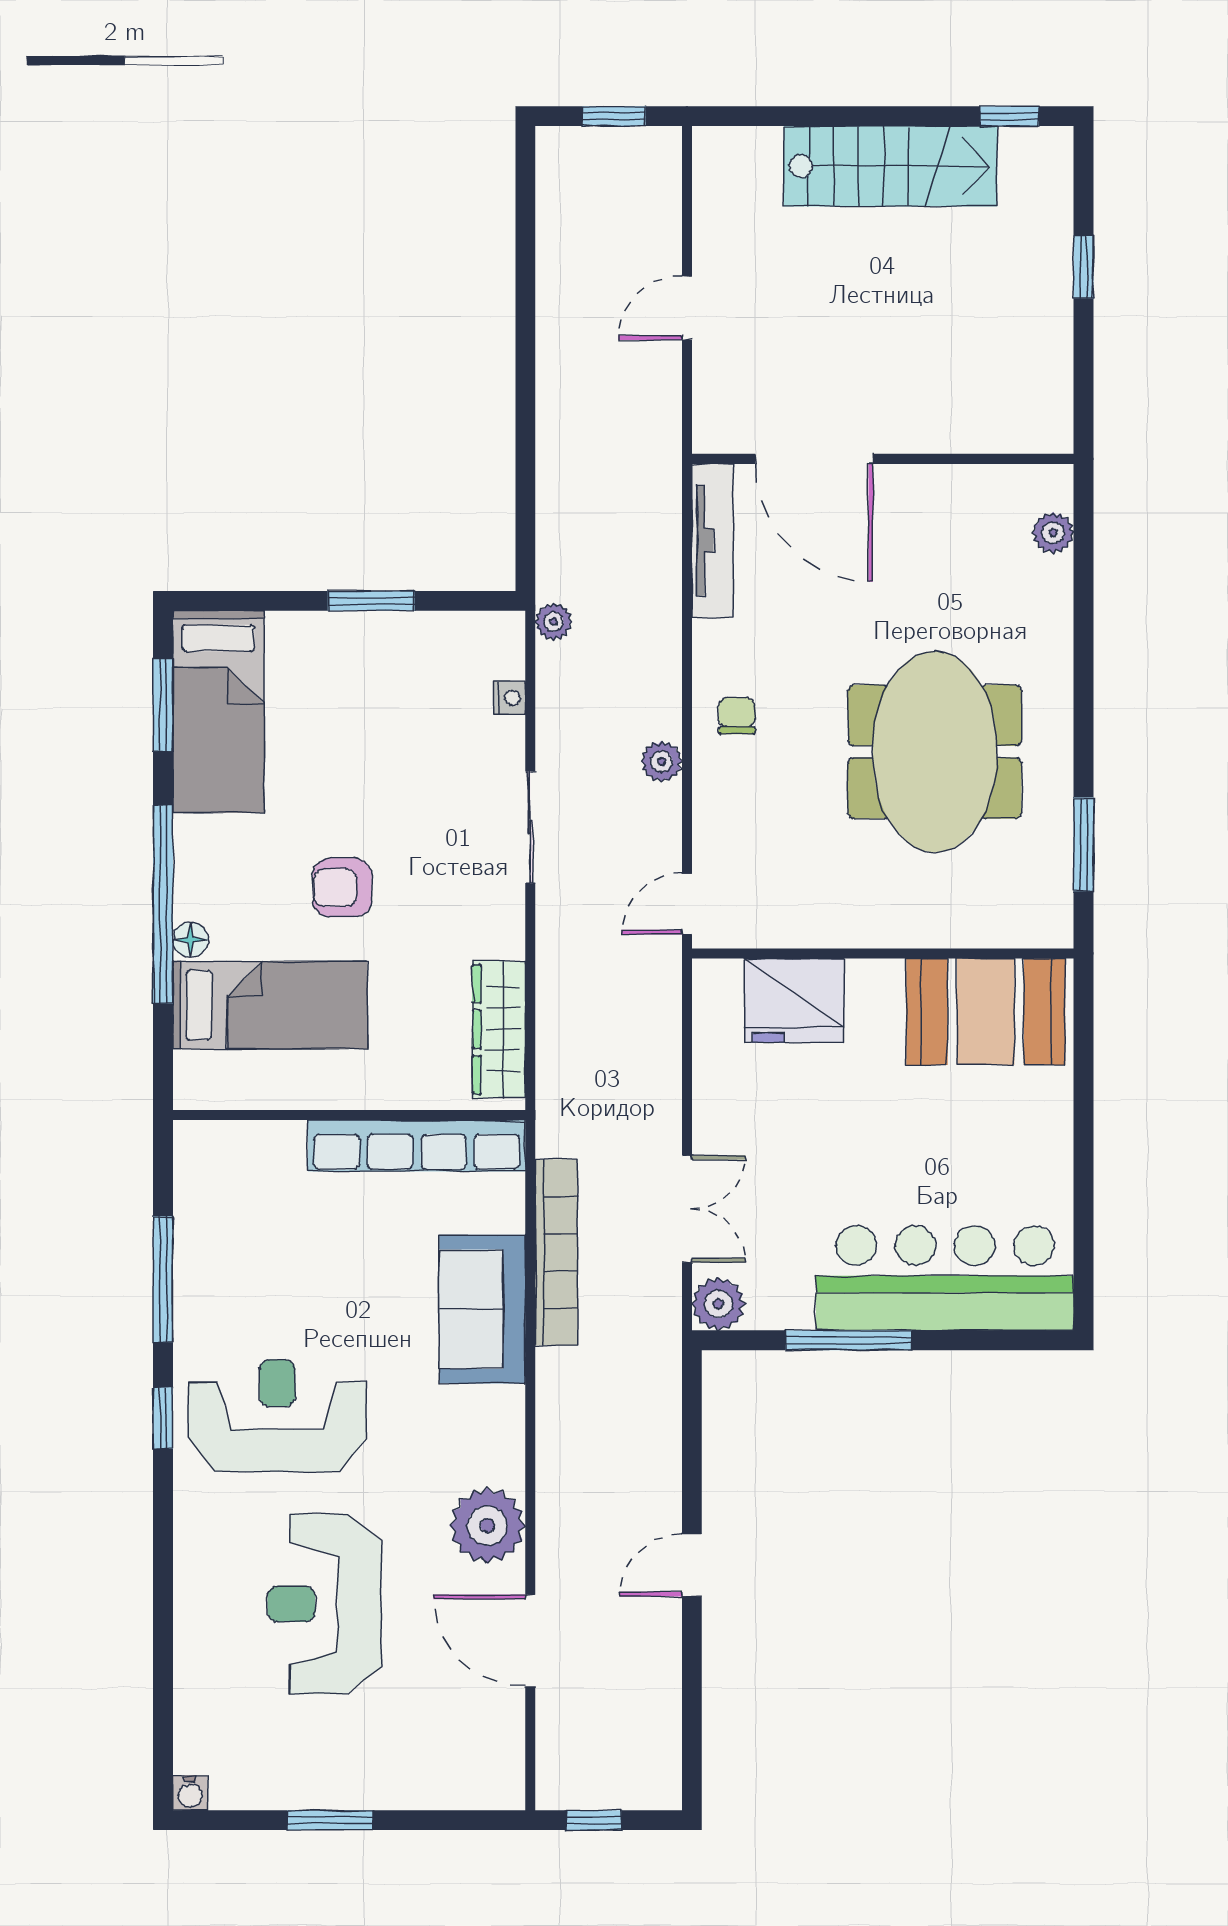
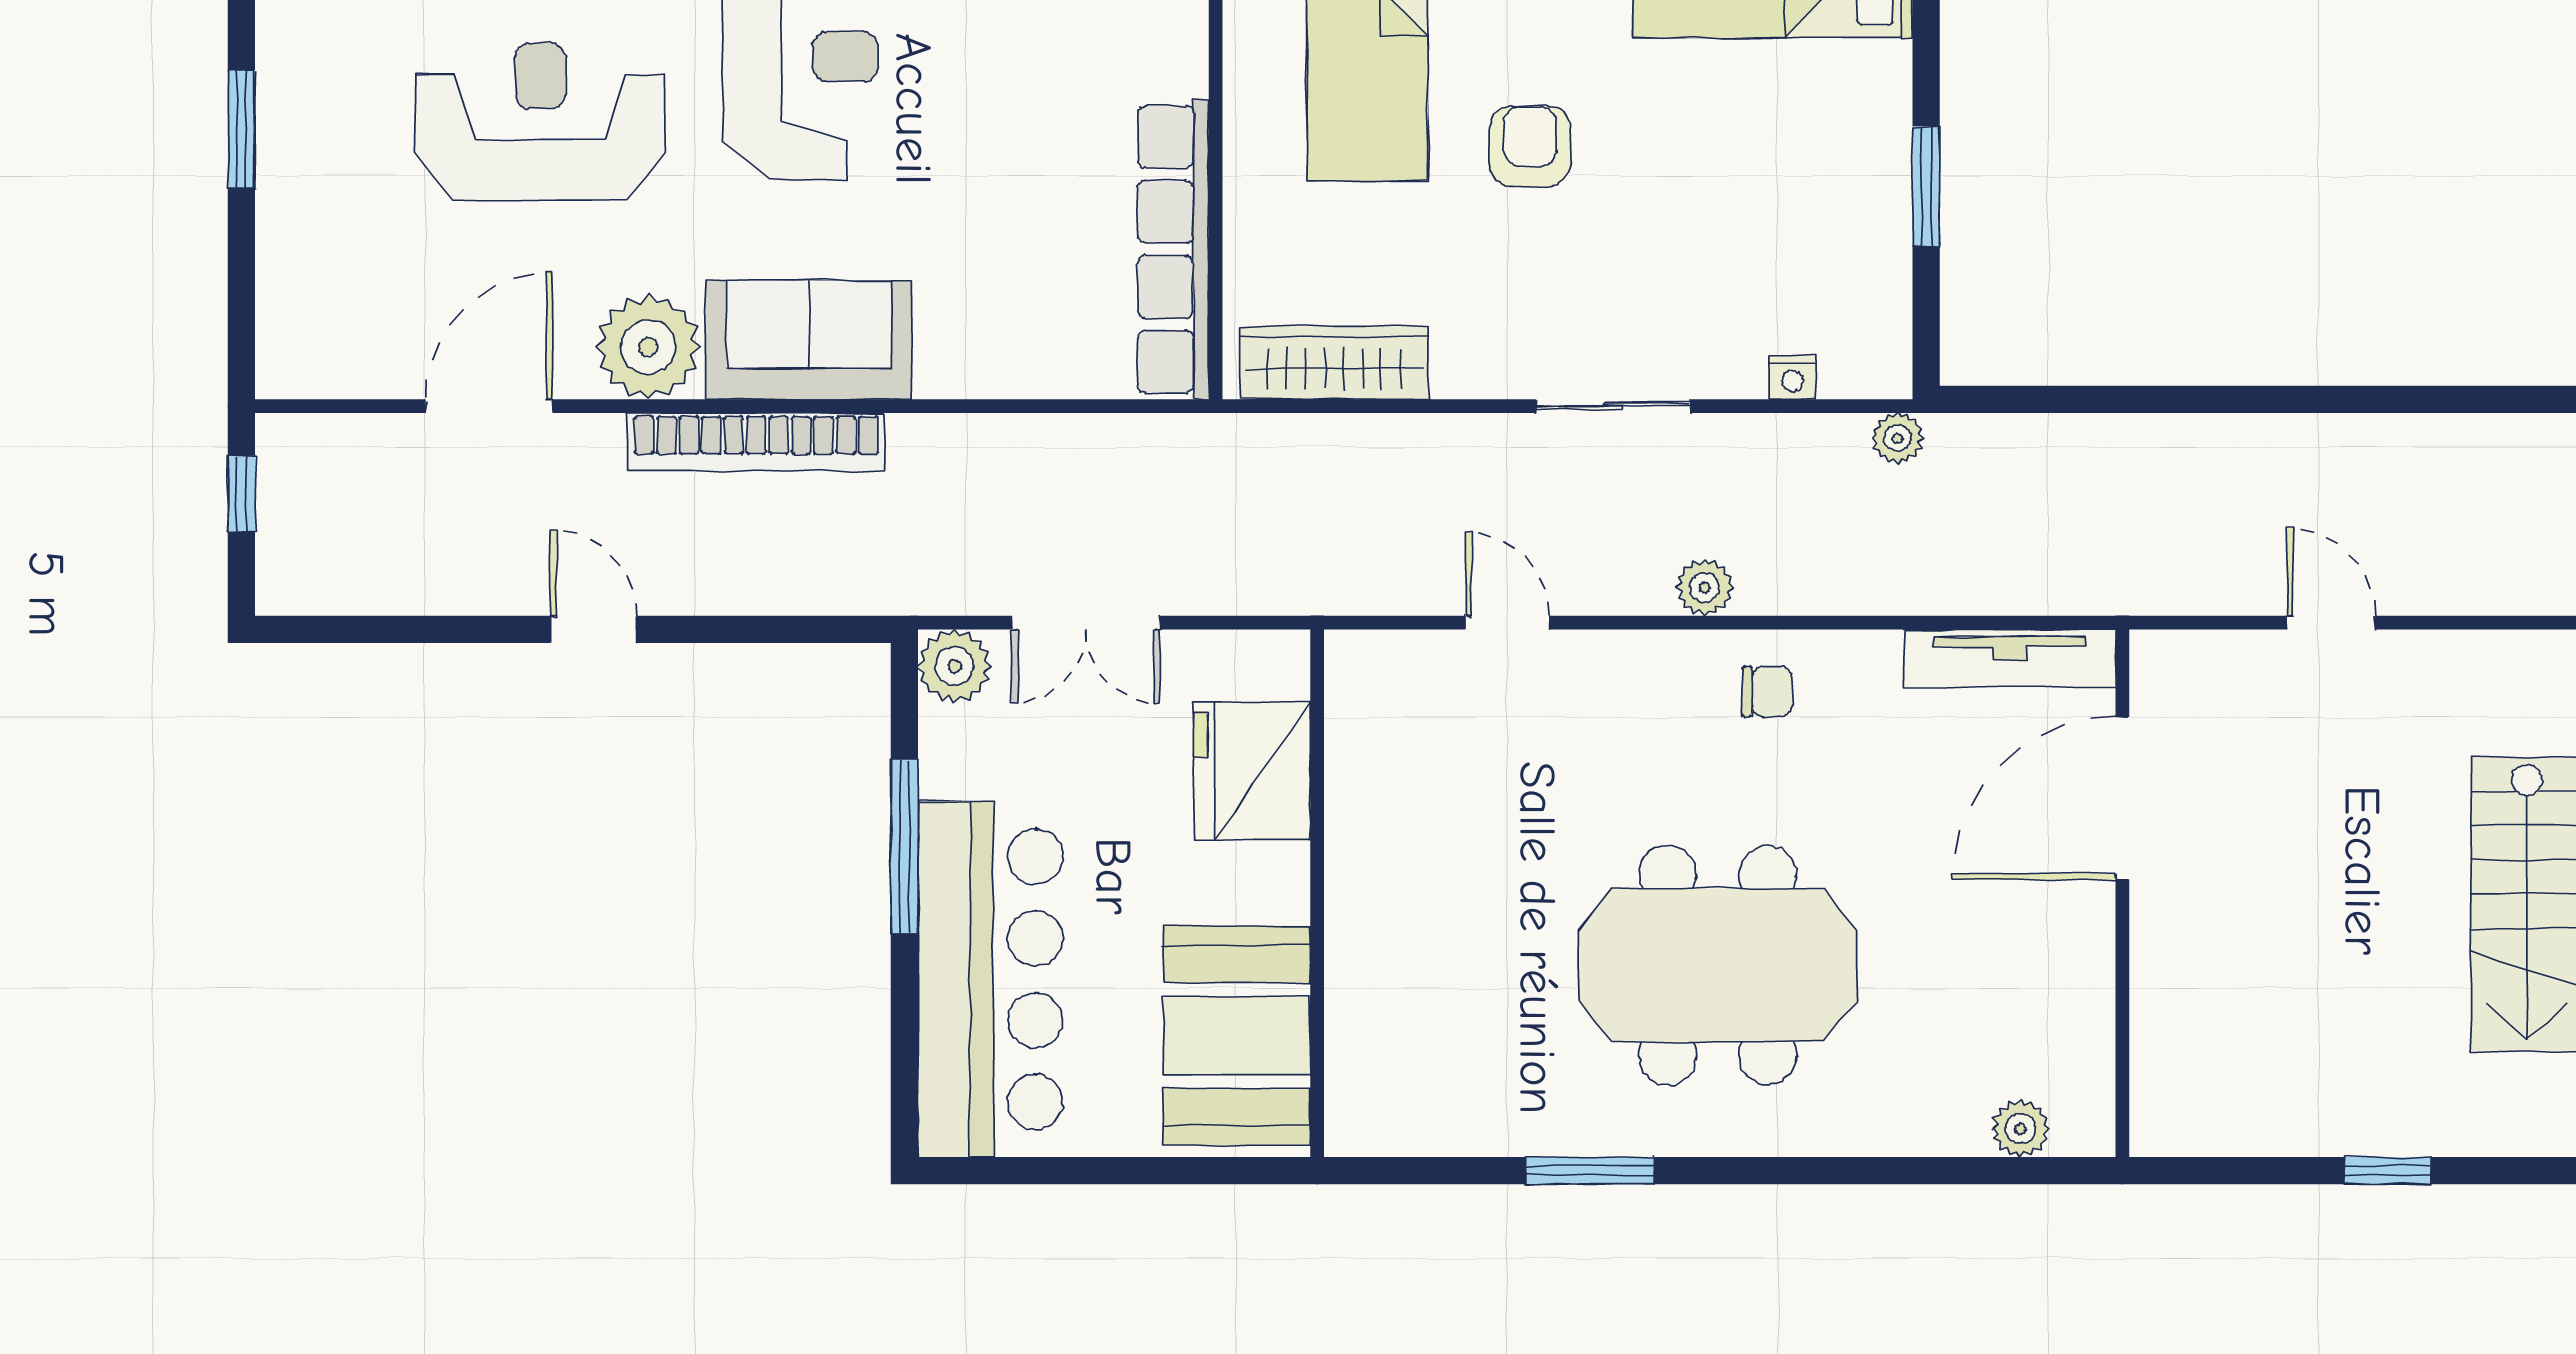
wall: (883, 953) -> (1317, 893), moved
fridge: (794, 1000) -> (1252, 771), moved
booth: (986, 1012) -> (1237, 1036), moved
bookcase: (556, 1252) -> (756, 442), moved
sofa: (482, 1309) -> (809, 340), moved

